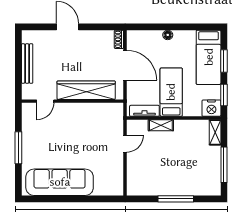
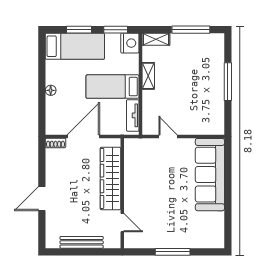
shelving: (161, 125) -> (148, 76), moved
sofa: (60, 182) -> (210, 175), moved

